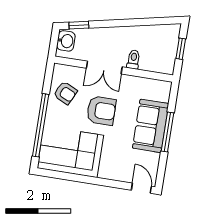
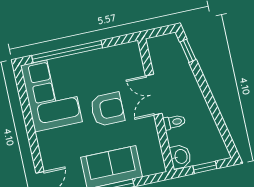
washbasin: (66, 41) -> (180, 157), moved, turned -90
armchair: (65, 93) -> (111, 64), removed
armchair: (101, 111) -> (107, 109), turned -90

